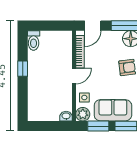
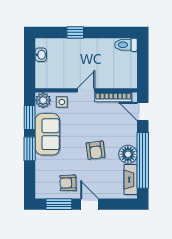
window: (23, 69) -> (75, 32), moved
door: (74, 76) -> (86, 90), swing flipped
washbasin: (66, 116) -> (41, 55), moved

